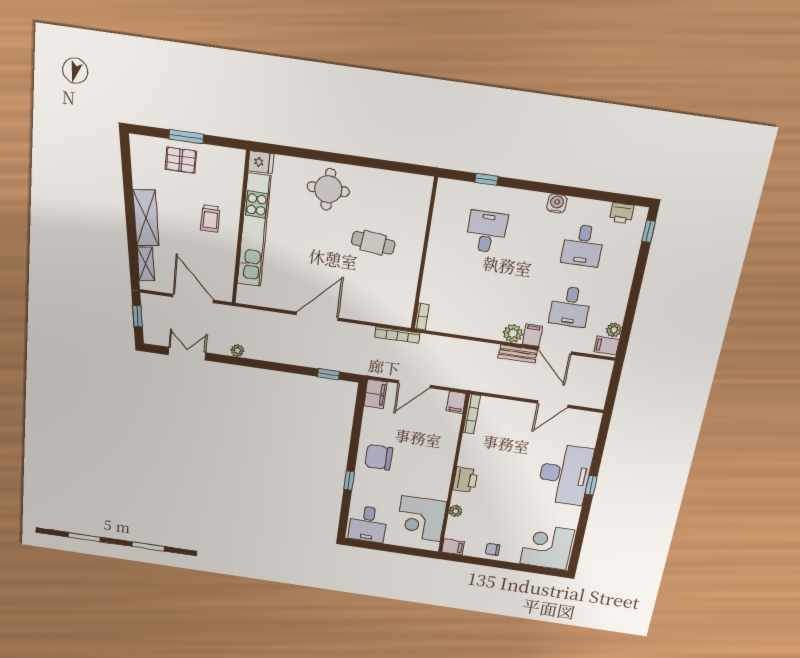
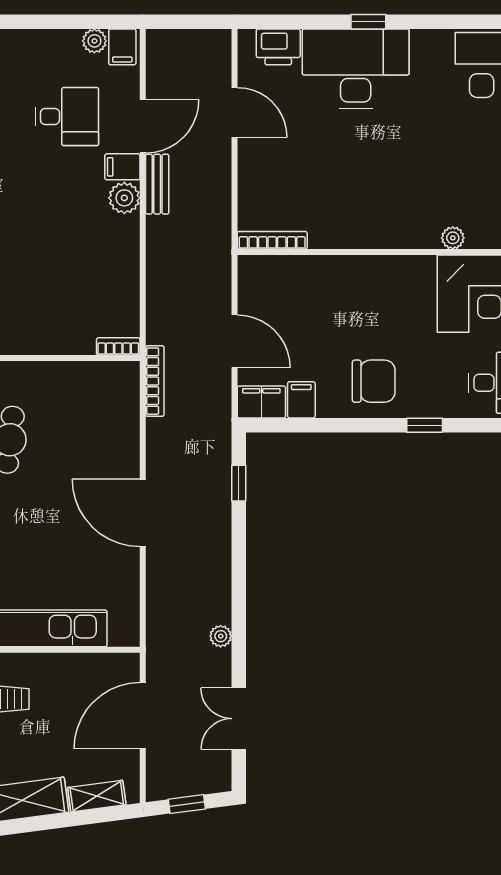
filing cabinet: (456, 402) -> (301, 400), moved, turned -90
chair: (379, 457) -> (374, 381), turned -90
printer: (465, 480) -> (278, 47), moved, turned 180

